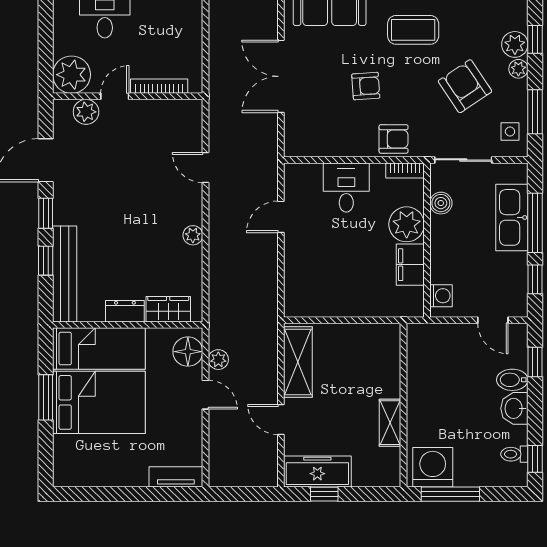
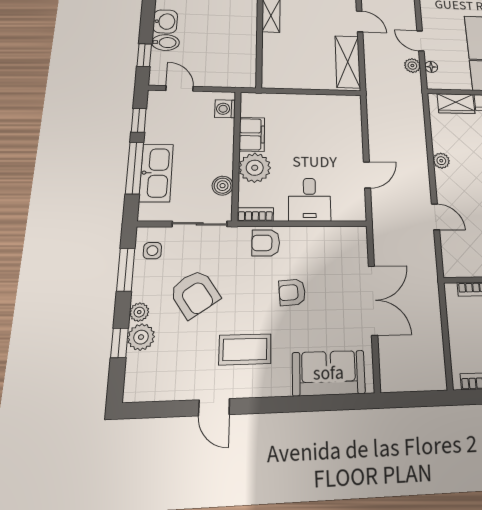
floor lamp: (188, 352) -> (431, 67), width x0.53, depth x0.53

